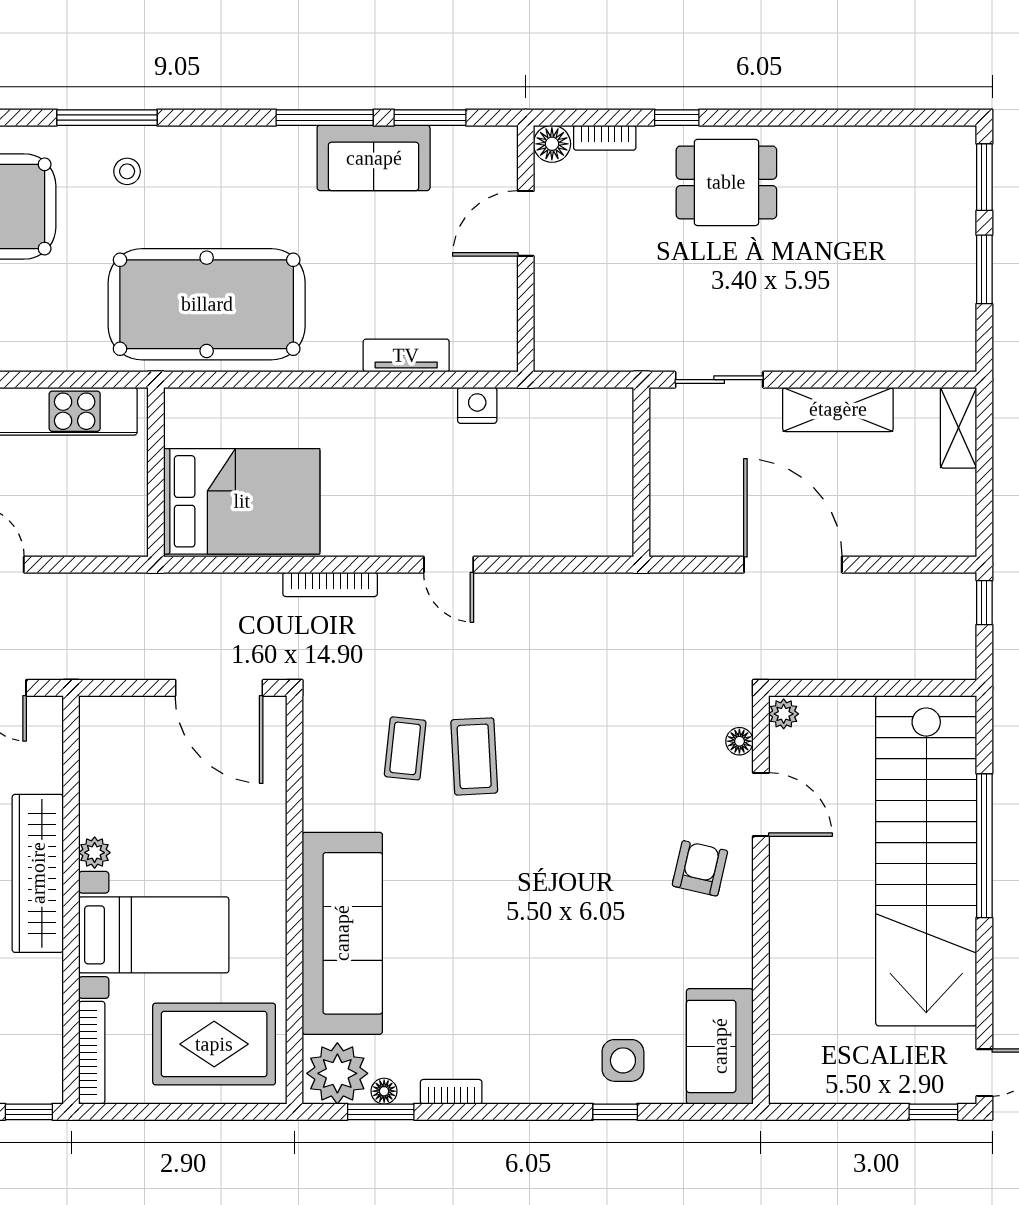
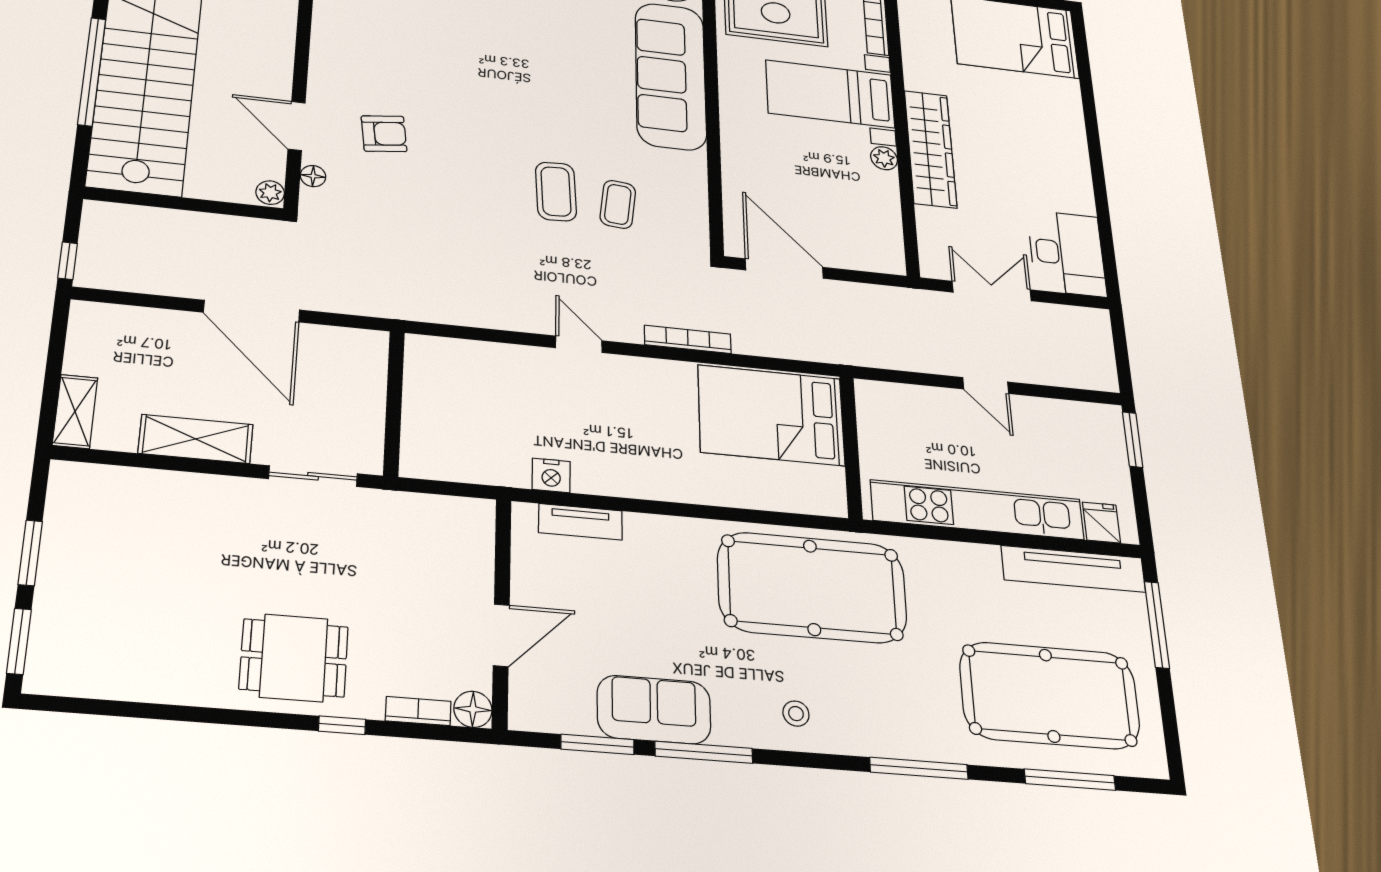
stool: (127, 171) -> (796, 714), moved
tv unit: (406, 355) -> (580, 522), moved
armchair: (700, 868) -> (384, 134), moved, turned -110

